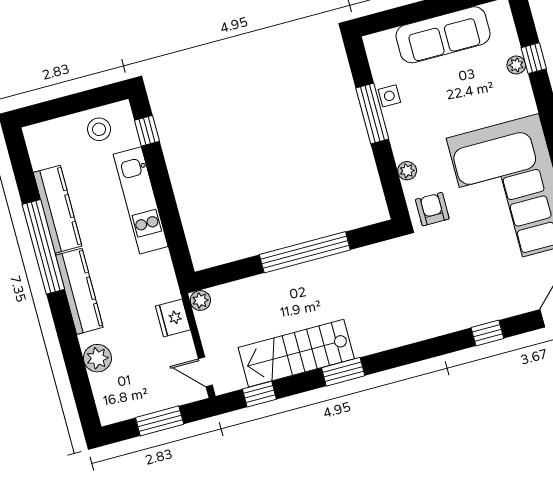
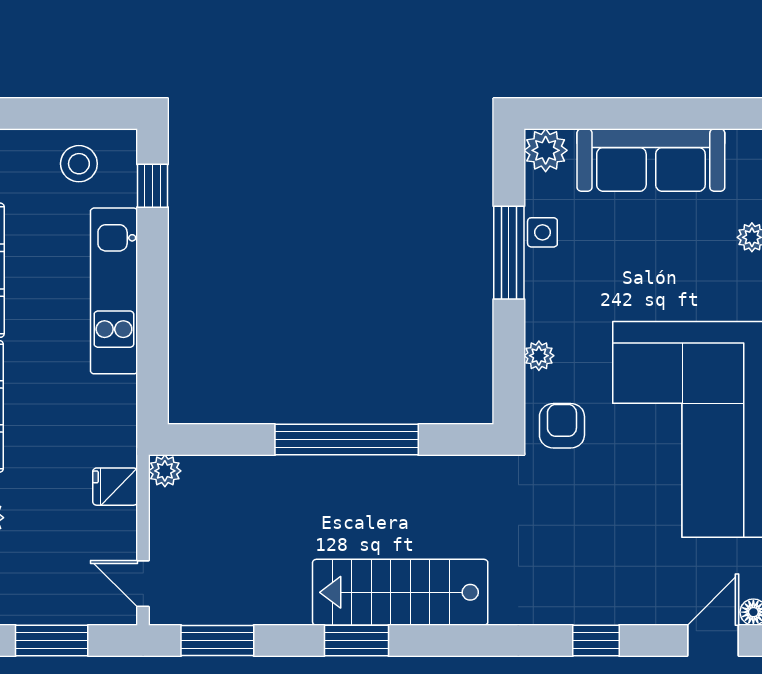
plant: (378, 46) -> (546, 150), added
fridge: (173, 318) -> (115, 487), width x0.72
stairs: (296, 353) -> (400, 592), moved
window: (259, 394) -> (217, 640), width x1.50

